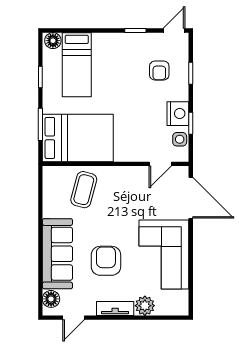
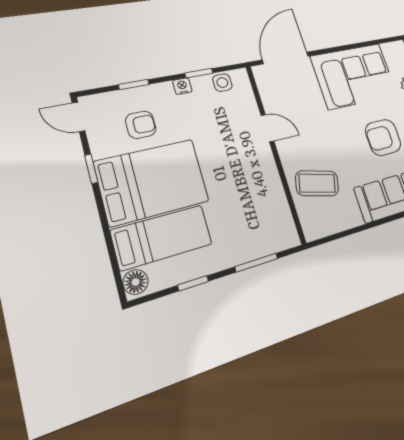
nightstand: (178, 114) -> (182, 86), width x0.53, depth x0.56
bed: (78, 138) -> (152, 182), moved, turned 90
door: (160, 164) -> (267, 128), moved

